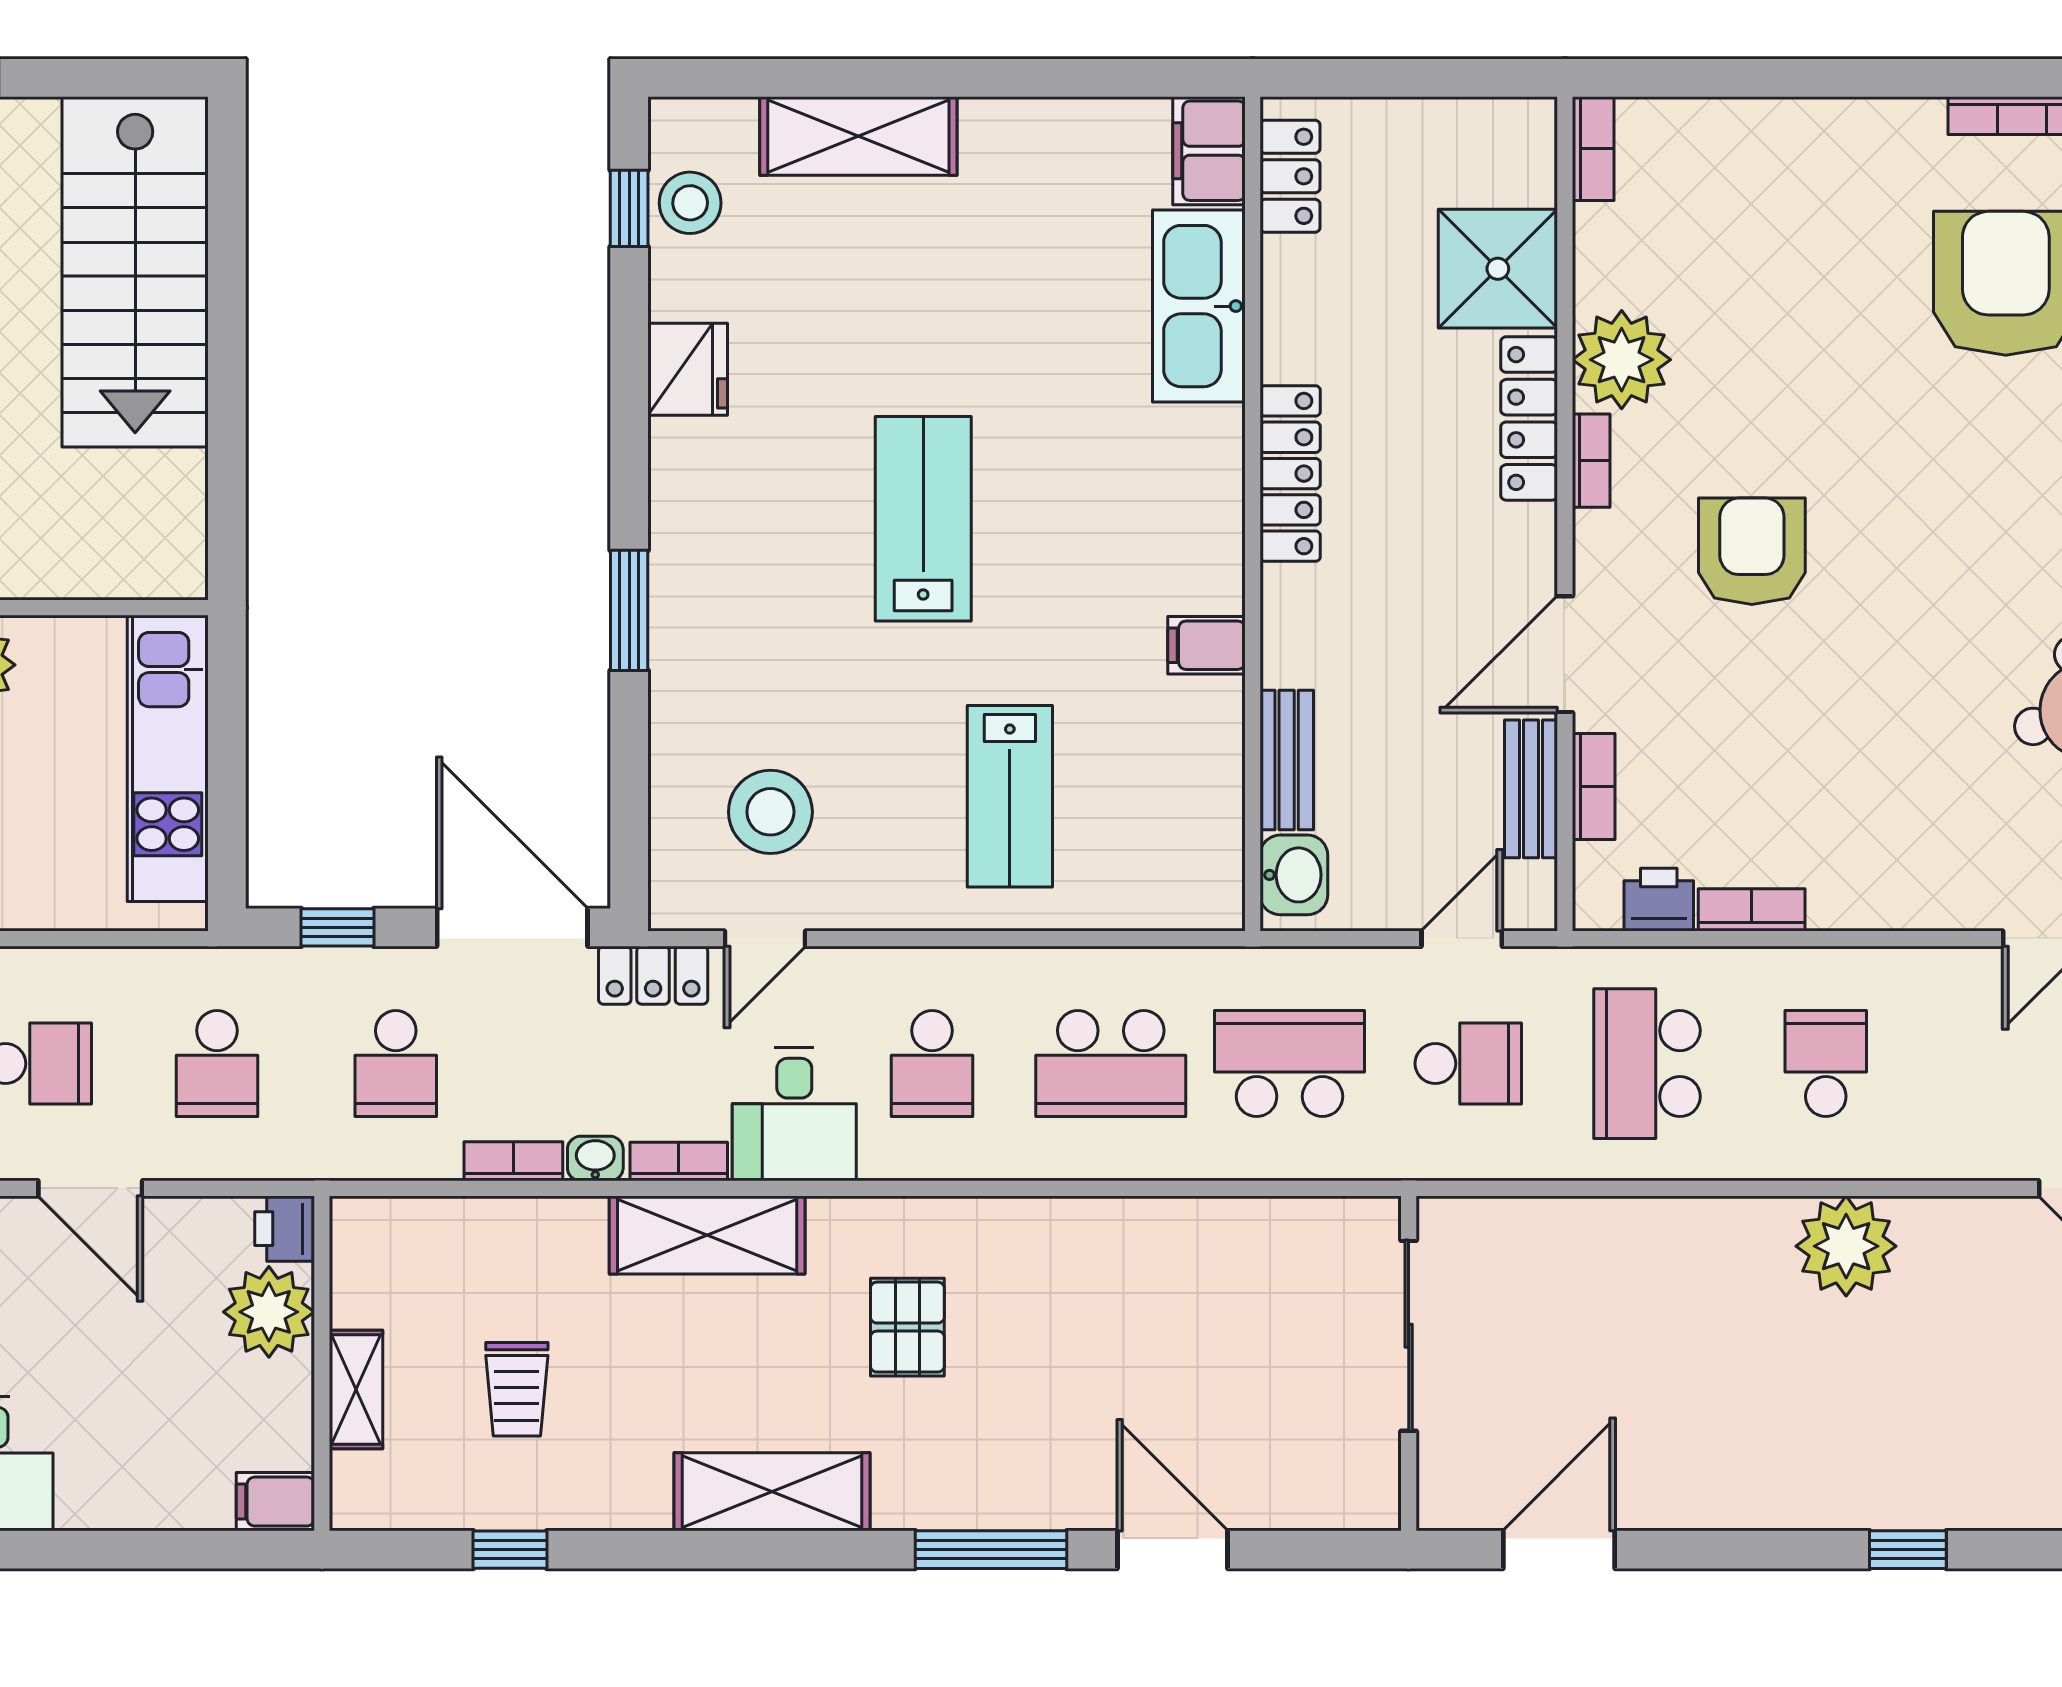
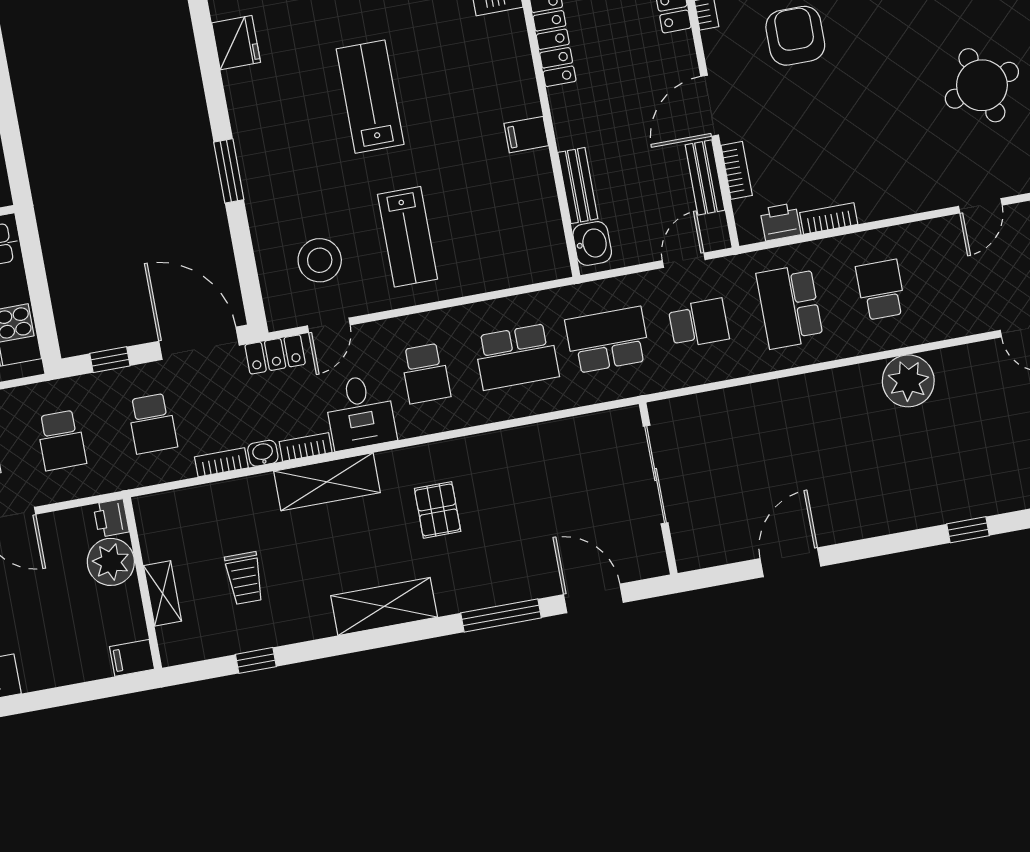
lab bench: (1010, 796) -> (408, 237), moved
sliding door: (1409, 1336) -> (656, 474), moved
wall: (1409, 1363) -> (658, 489), moved

